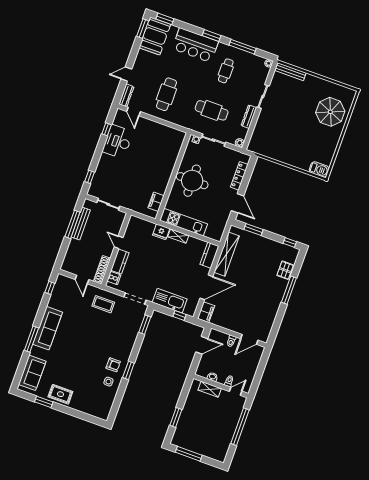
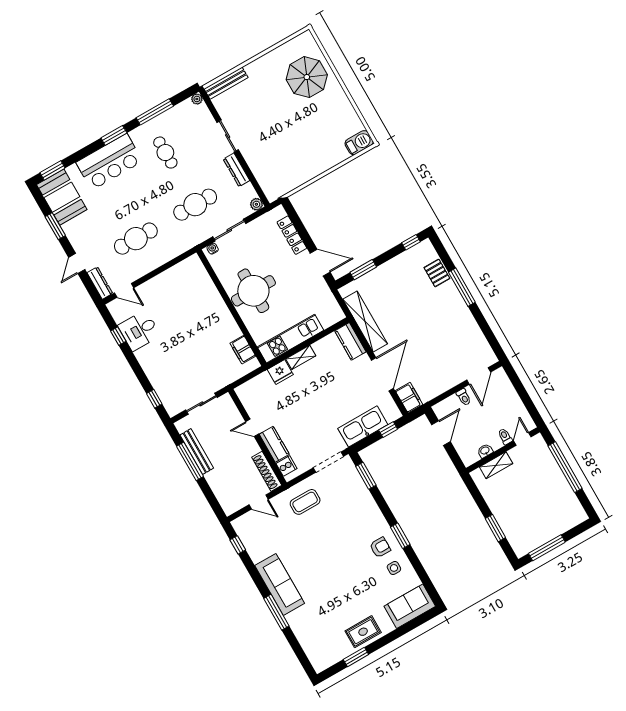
window: (143, 29) -> (55, 226), moved
cafe table: (166, 94) -> (136, 239), turned 90
desk: (118, 142) -> (139, 330), width x0.73
sofa: (32, 373) -> (410, 606), moved, turned -90

